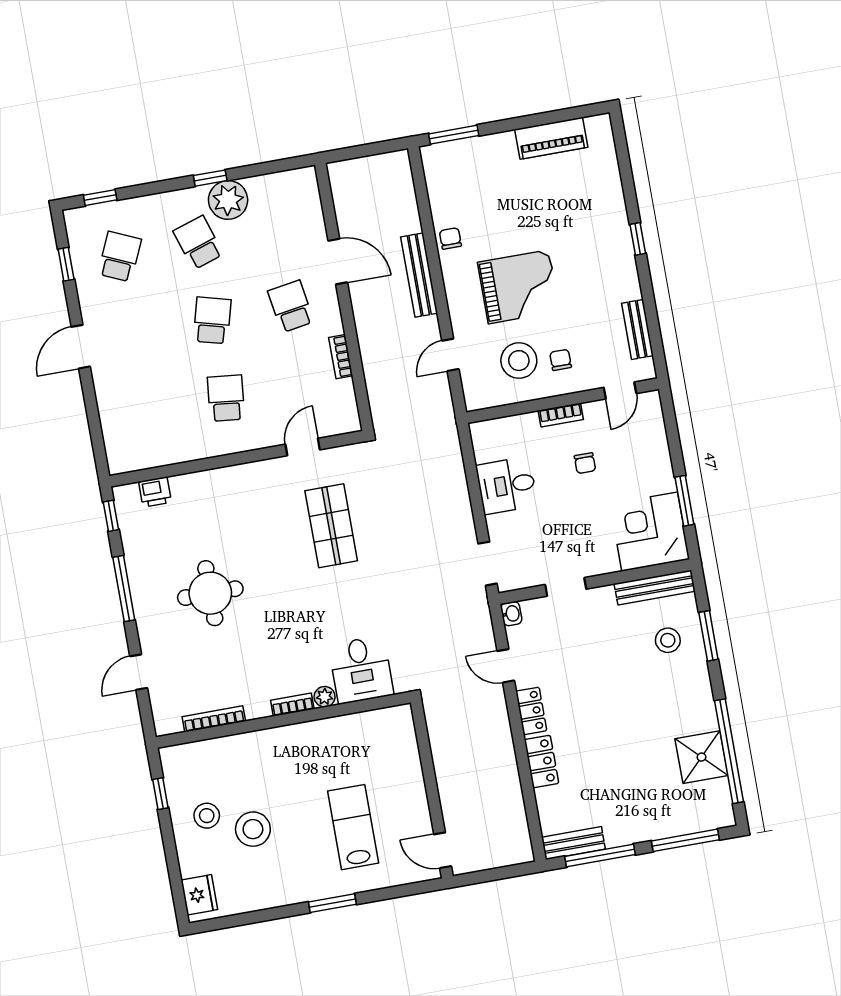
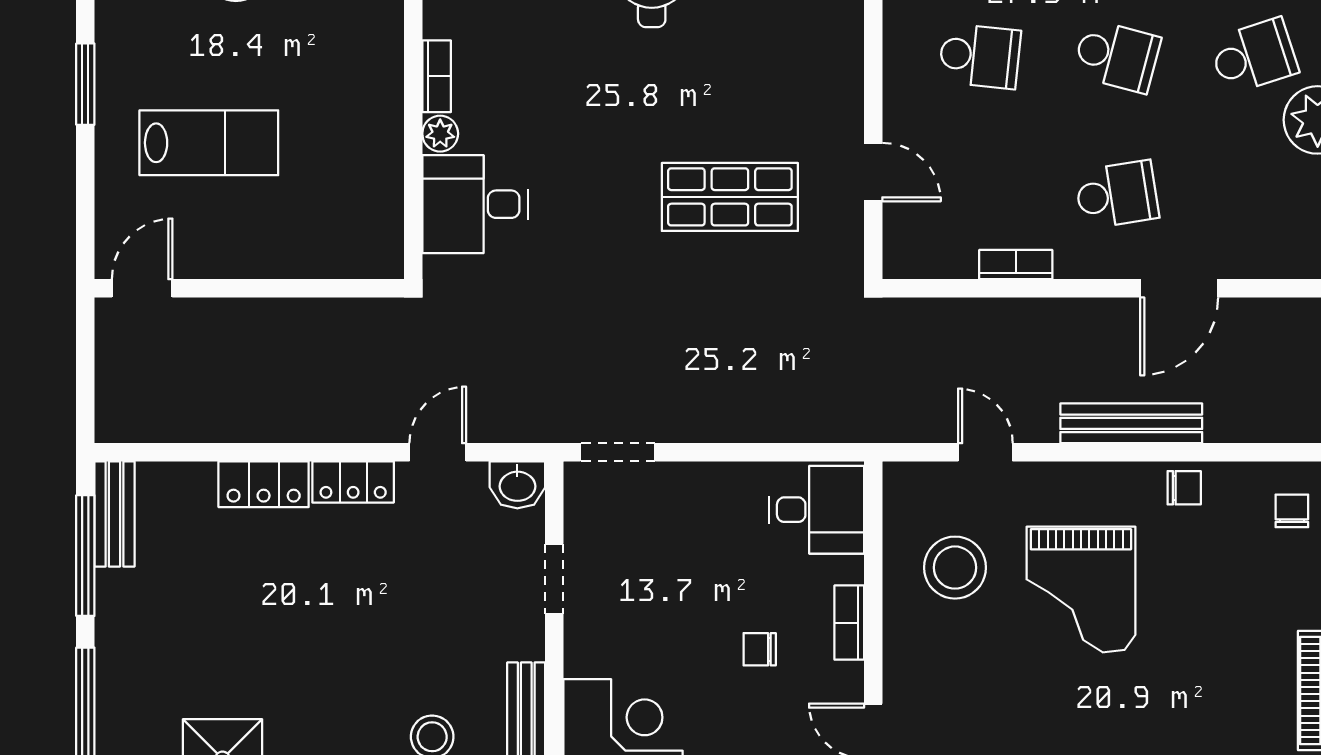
chair: (561, 360) -> (1292, 511), moved, turned -90
desk: (507, 485) -> (817, 510), moved, turned 90
washbasin: (511, 614) -> (517, 485), width x1.38, depth x1.45

